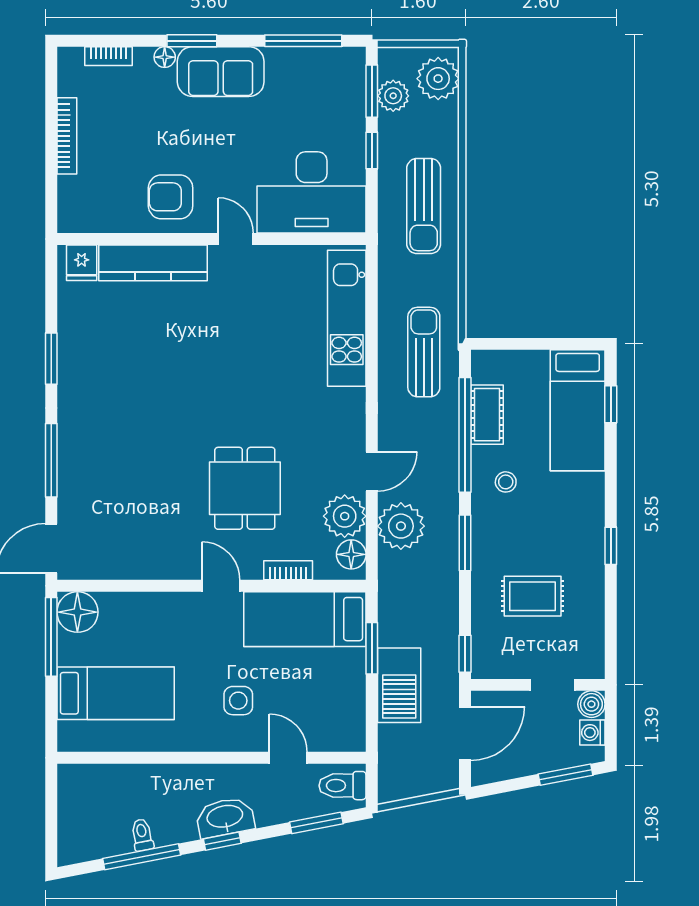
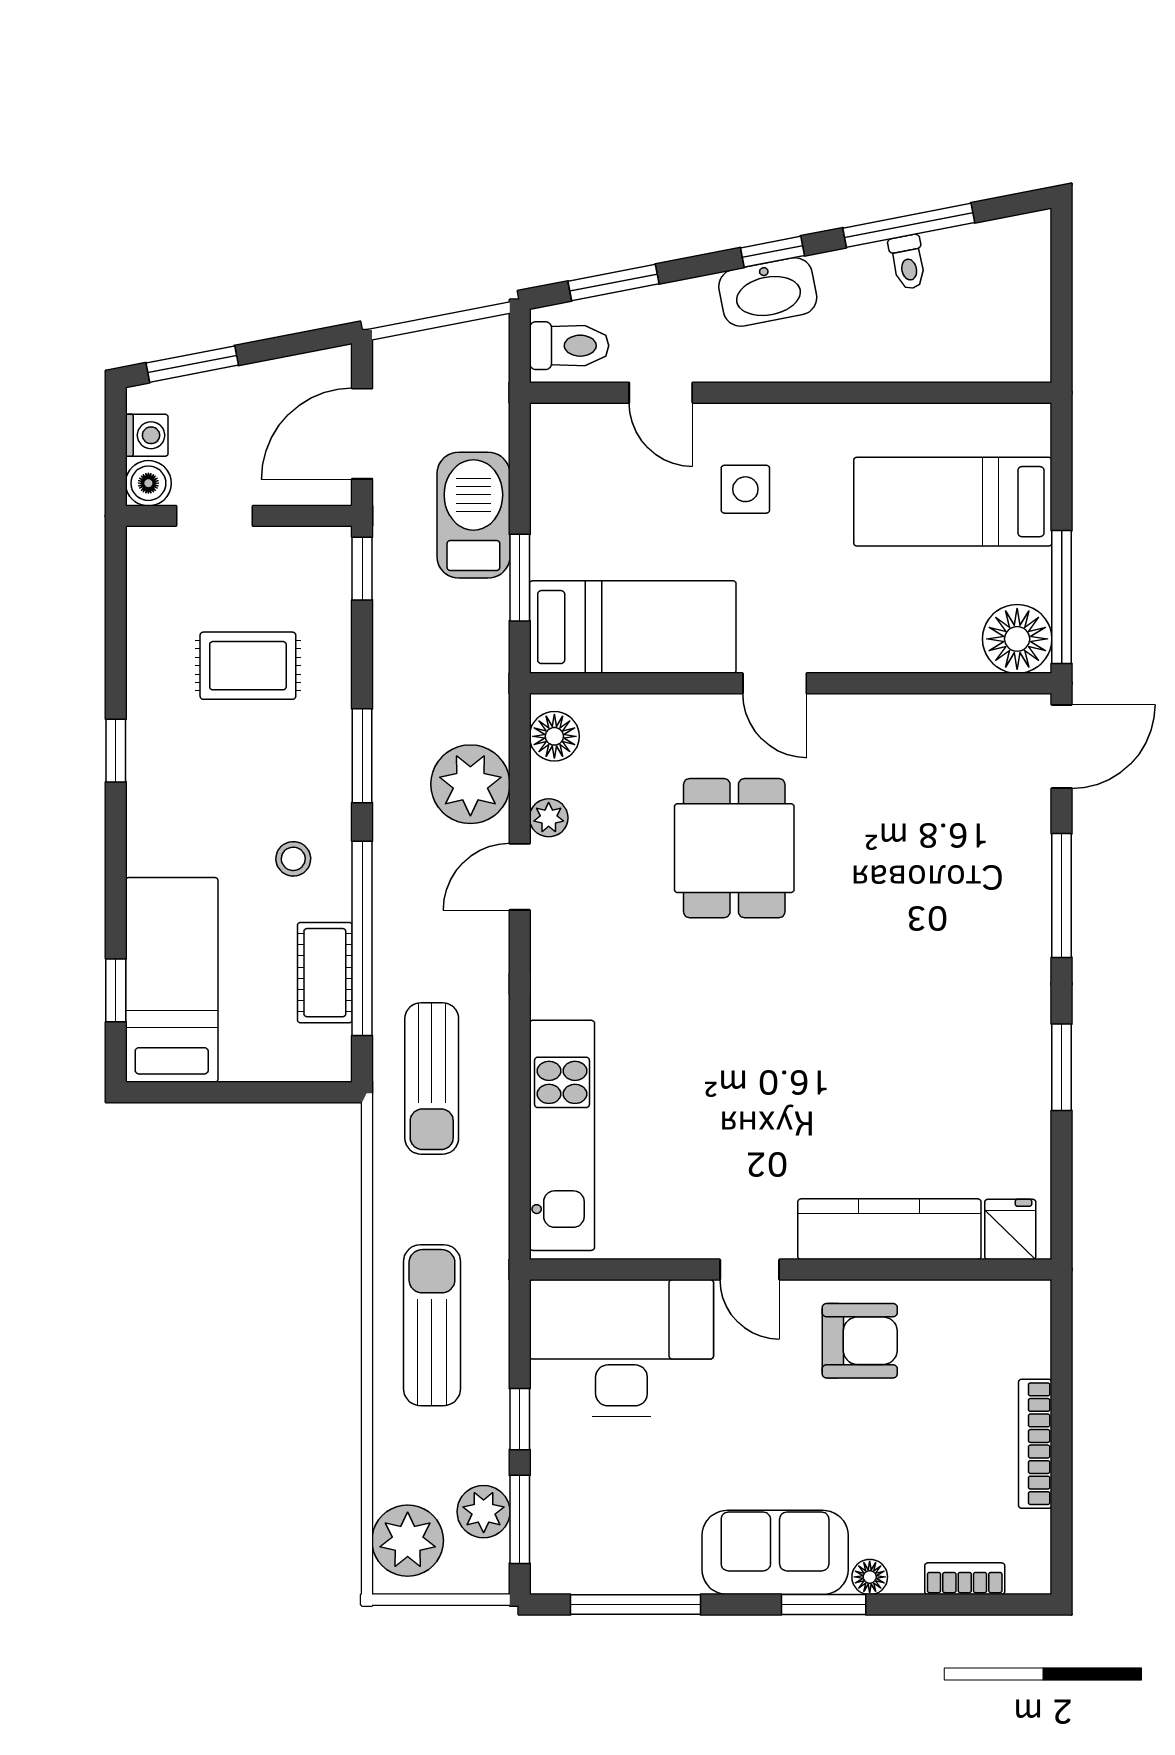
plant: (345, 516) -> (549, 818), width x0.53, depth x0.53
bookcase: (288, 570) -> (661, 710), removed

